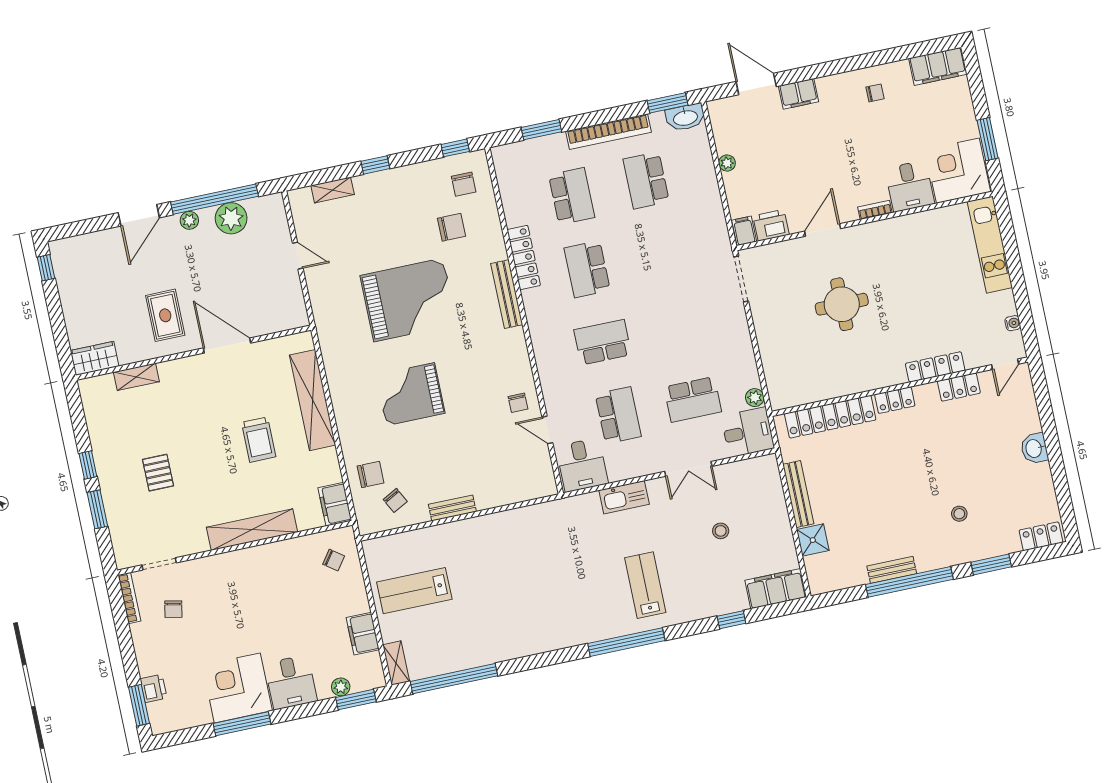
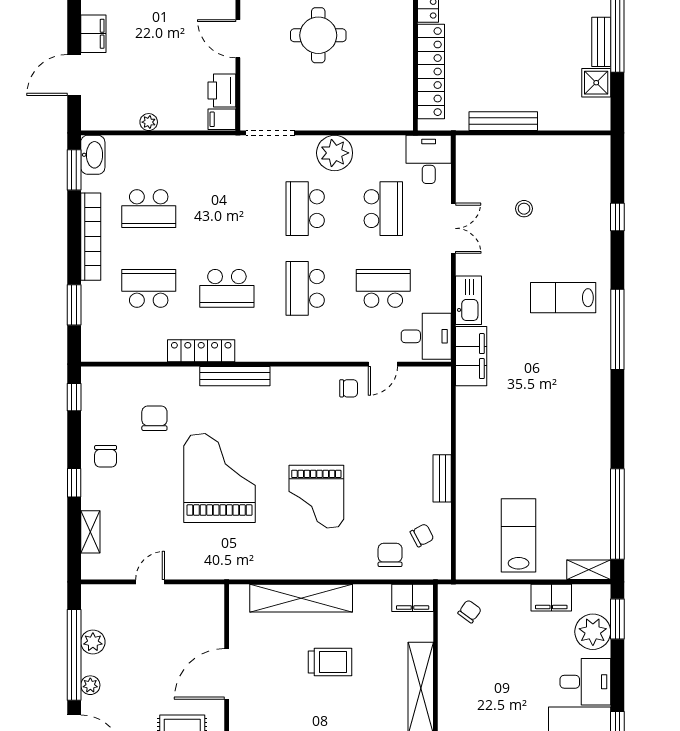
chair: (464, 184) -> (106, 456), moved, turned 90
plant: (231, 218) -> (93, 642), width x0.73, depth x0.73
school desk: (677, 326) -> (305, 209), added
plant: (755, 398) -> (335, 153), moved, width x1.88, depth x1.88
shower: (813, 540) -> (596, 83), moved
filing cabinet: (776, 589) -> (471, 356), moved, turned 180
lab bench: (414, 591) -> (519, 535), turned 180
plant: (341, 687) -> (593, 632), width x1.87, depth x1.87

